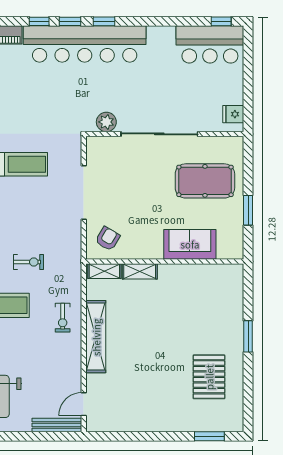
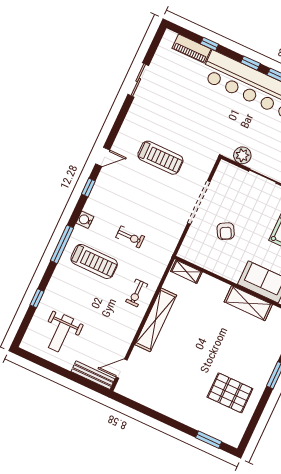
window: (39, 21) -> (209, 44), moved
armchair: (108, 239) -> (226, 231), moved, turned 120
shelving: (140, 271) -> (248, 303), moved, width x1.50, depth x1.33
pallet: (209, 377) -> (230, 393), turned 90

